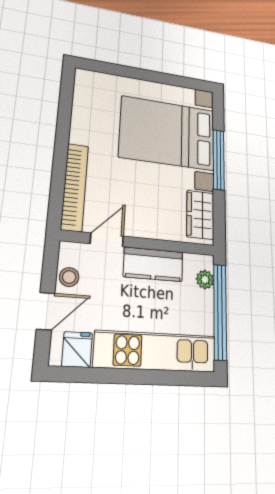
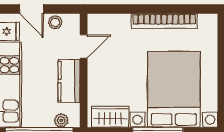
bookcase: (75, 187) -> (164, 21), moved
door: (107, 240) -> (84, 47), hinge flipped

